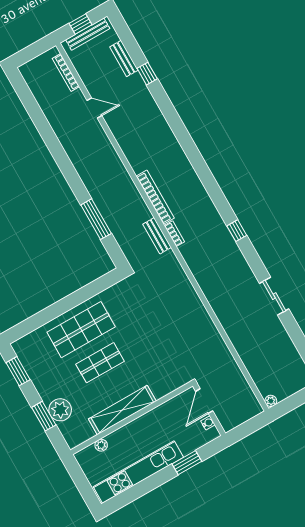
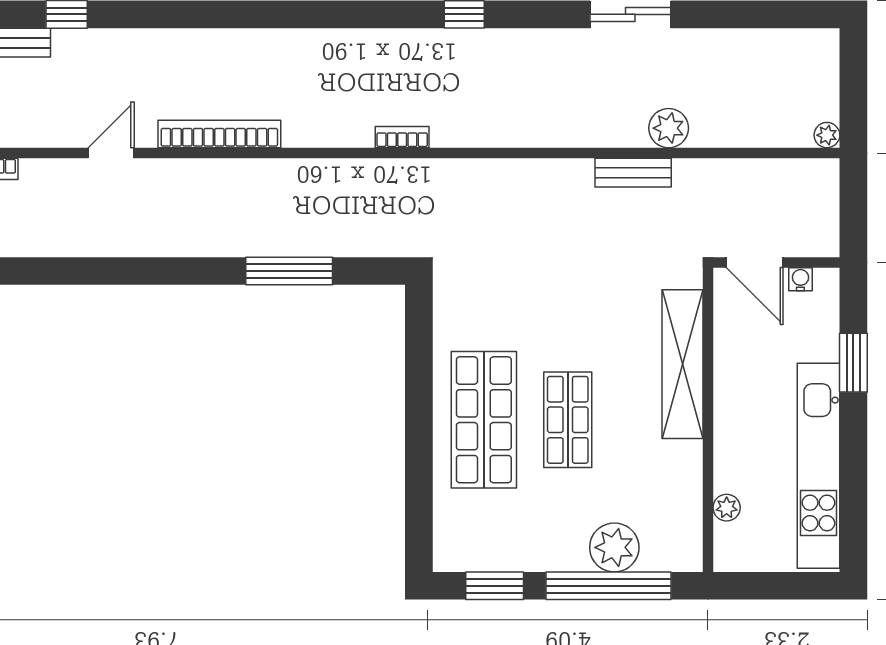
door: (94, 108) -> (111, 153), moved
bookcase: (155, 197) -> (219, 134), moved
bench: (157, 236) -> (633, 173), moved
plant: (238, 337) -> (669, 128), added
shelving: (122, 410) -> (683, 364), moved
window: (44, 416) -> (609, 586), width x2.11

